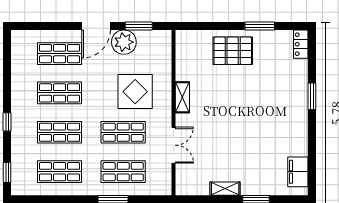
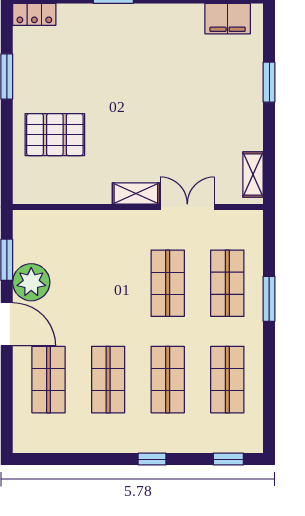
pallet: (233, 51) -> (55, 135), moved, turned 90
display table: (135, 92) -> (106, 265), removed
shelving: (182, 97) -> (136, 193), moved
shelving: (225, 189) -> (253, 175), moved

